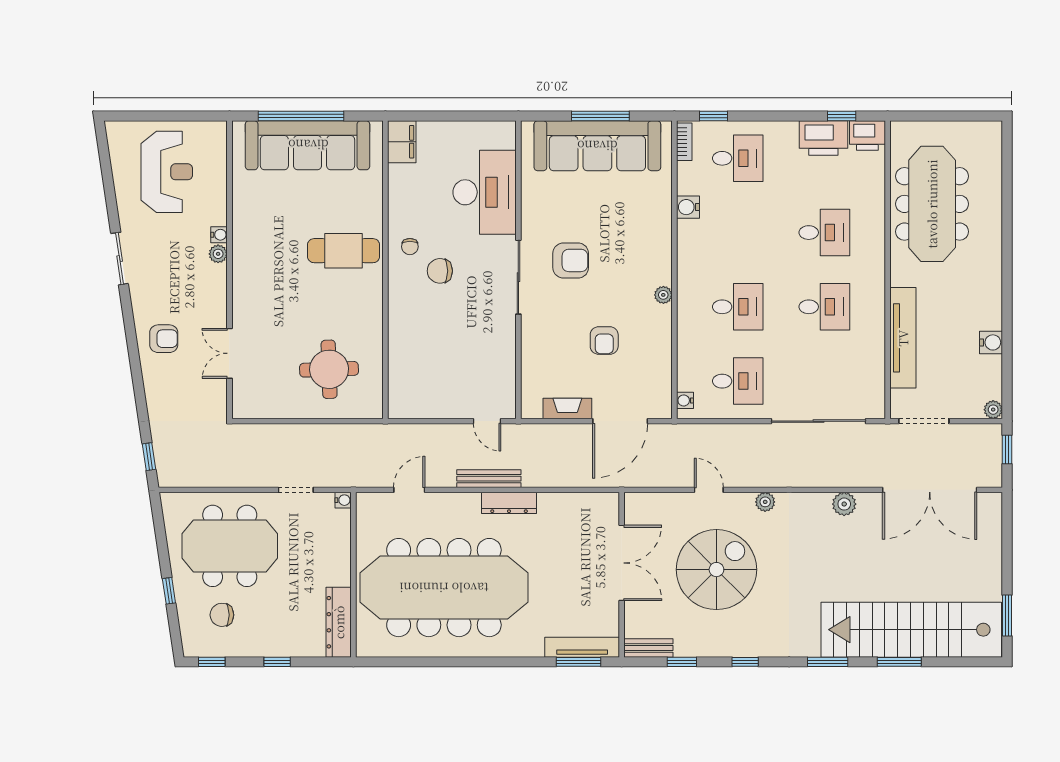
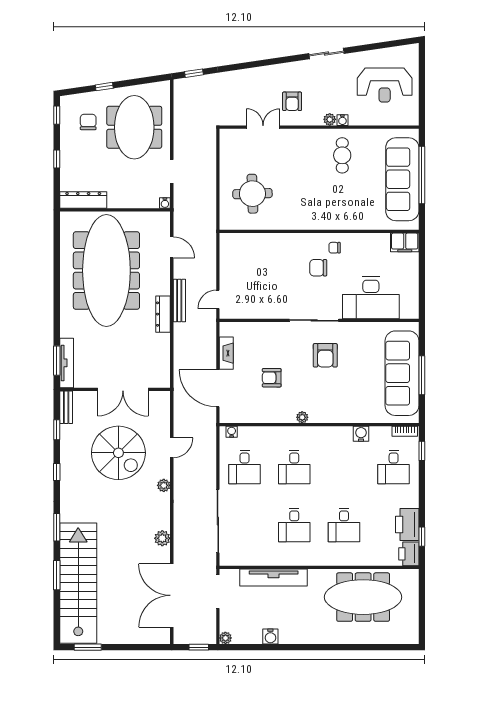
cafe table: (344, 251) -> (342, 155), moved, width x0.73, depth x0.74
chair: (440, 271) -> (318, 268), turned -90
armchair: (164, 339) -> (292, 101), moved

